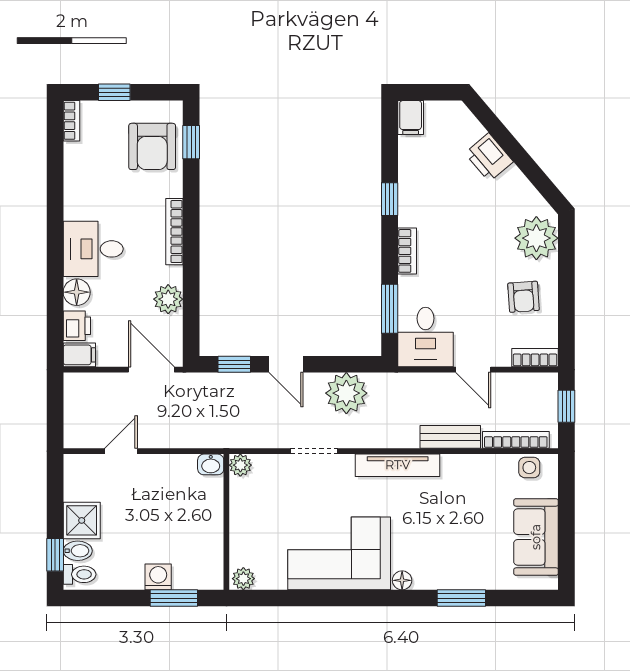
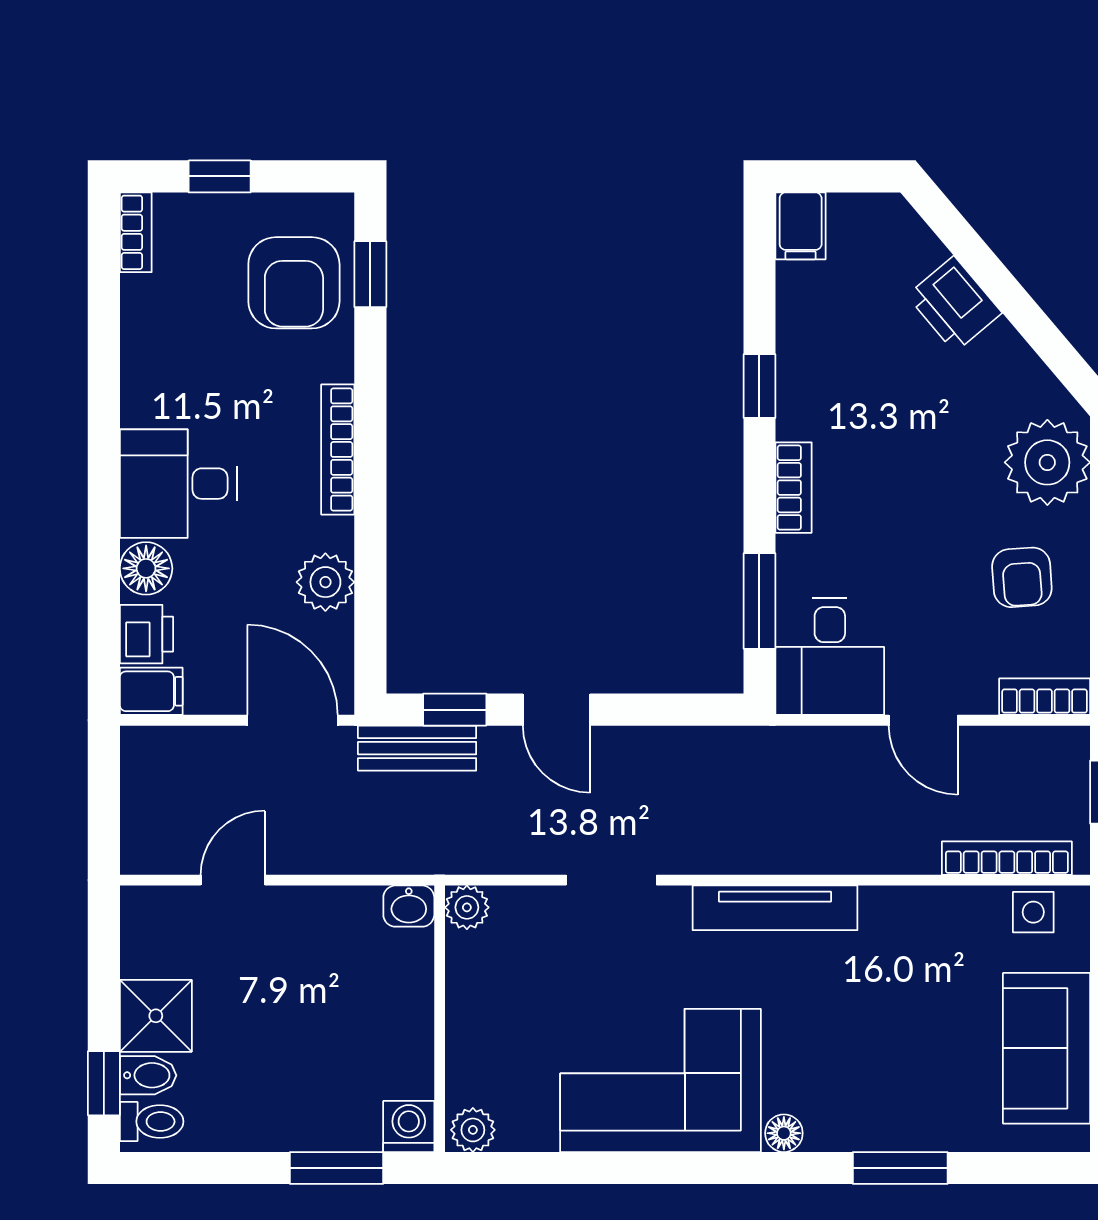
plant: (346, 393) -> (675, 766), removed
bench: (450, 437) -> (417, 748), moved
washing machine: (158, 577) -> (409, 1126), moved

